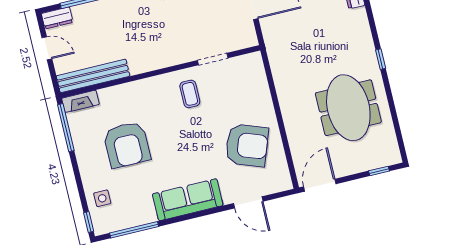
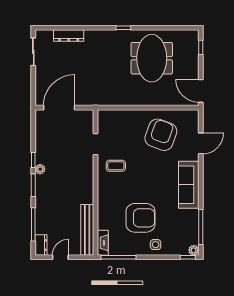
meeting table: (348, 108) -> (152, 58), turned 90
side table: (102, 198) -> (156, 245), moved
plant: (100, 228) -> (194, 250), added

